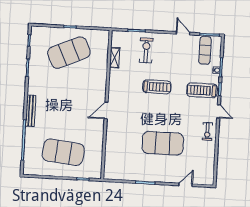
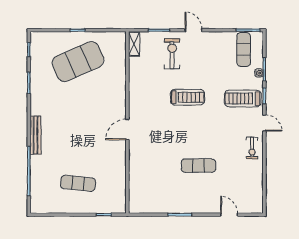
door: (183, 33) -> (193, 30), moved
shelving: (115, 58) -> (134, 44), moved
exercise mat: (163, 143) -> (199, 166), width x0.50, depth x0.69
exercise mat: (63, 152) -> (78, 183), width x0.50, depth x0.69
door: (185, 185) -> (229, 215), hinge flipped

